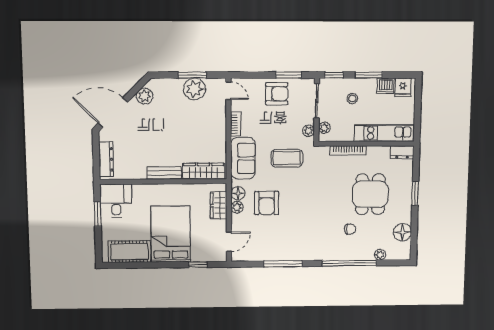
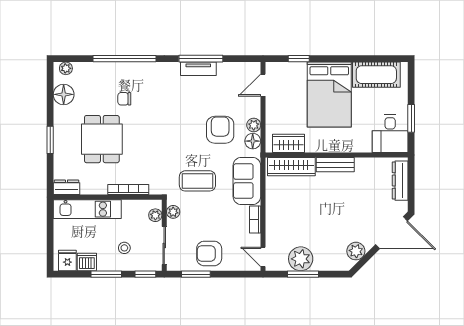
wardrobe: (219, 206) -> (289, 143), moved, turned -90
tv unit: (285, 255) -> (198, 69), added
plant: (380, 255) -> (66, 68), moved

